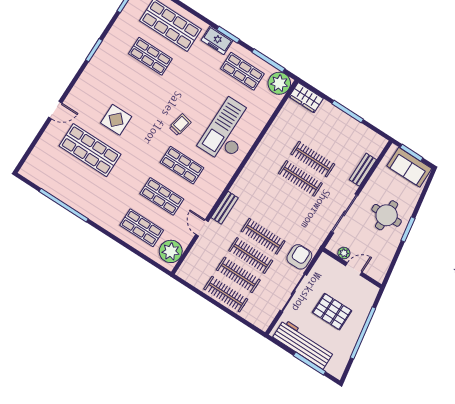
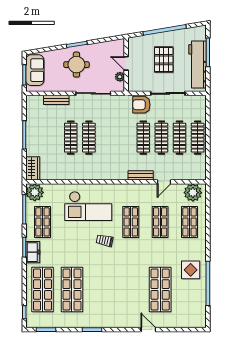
shop shelf: (150, 56) -> (72, 290), width x1.43, depth x1.36
display table: (116, 120) -> (191, 270), moved

